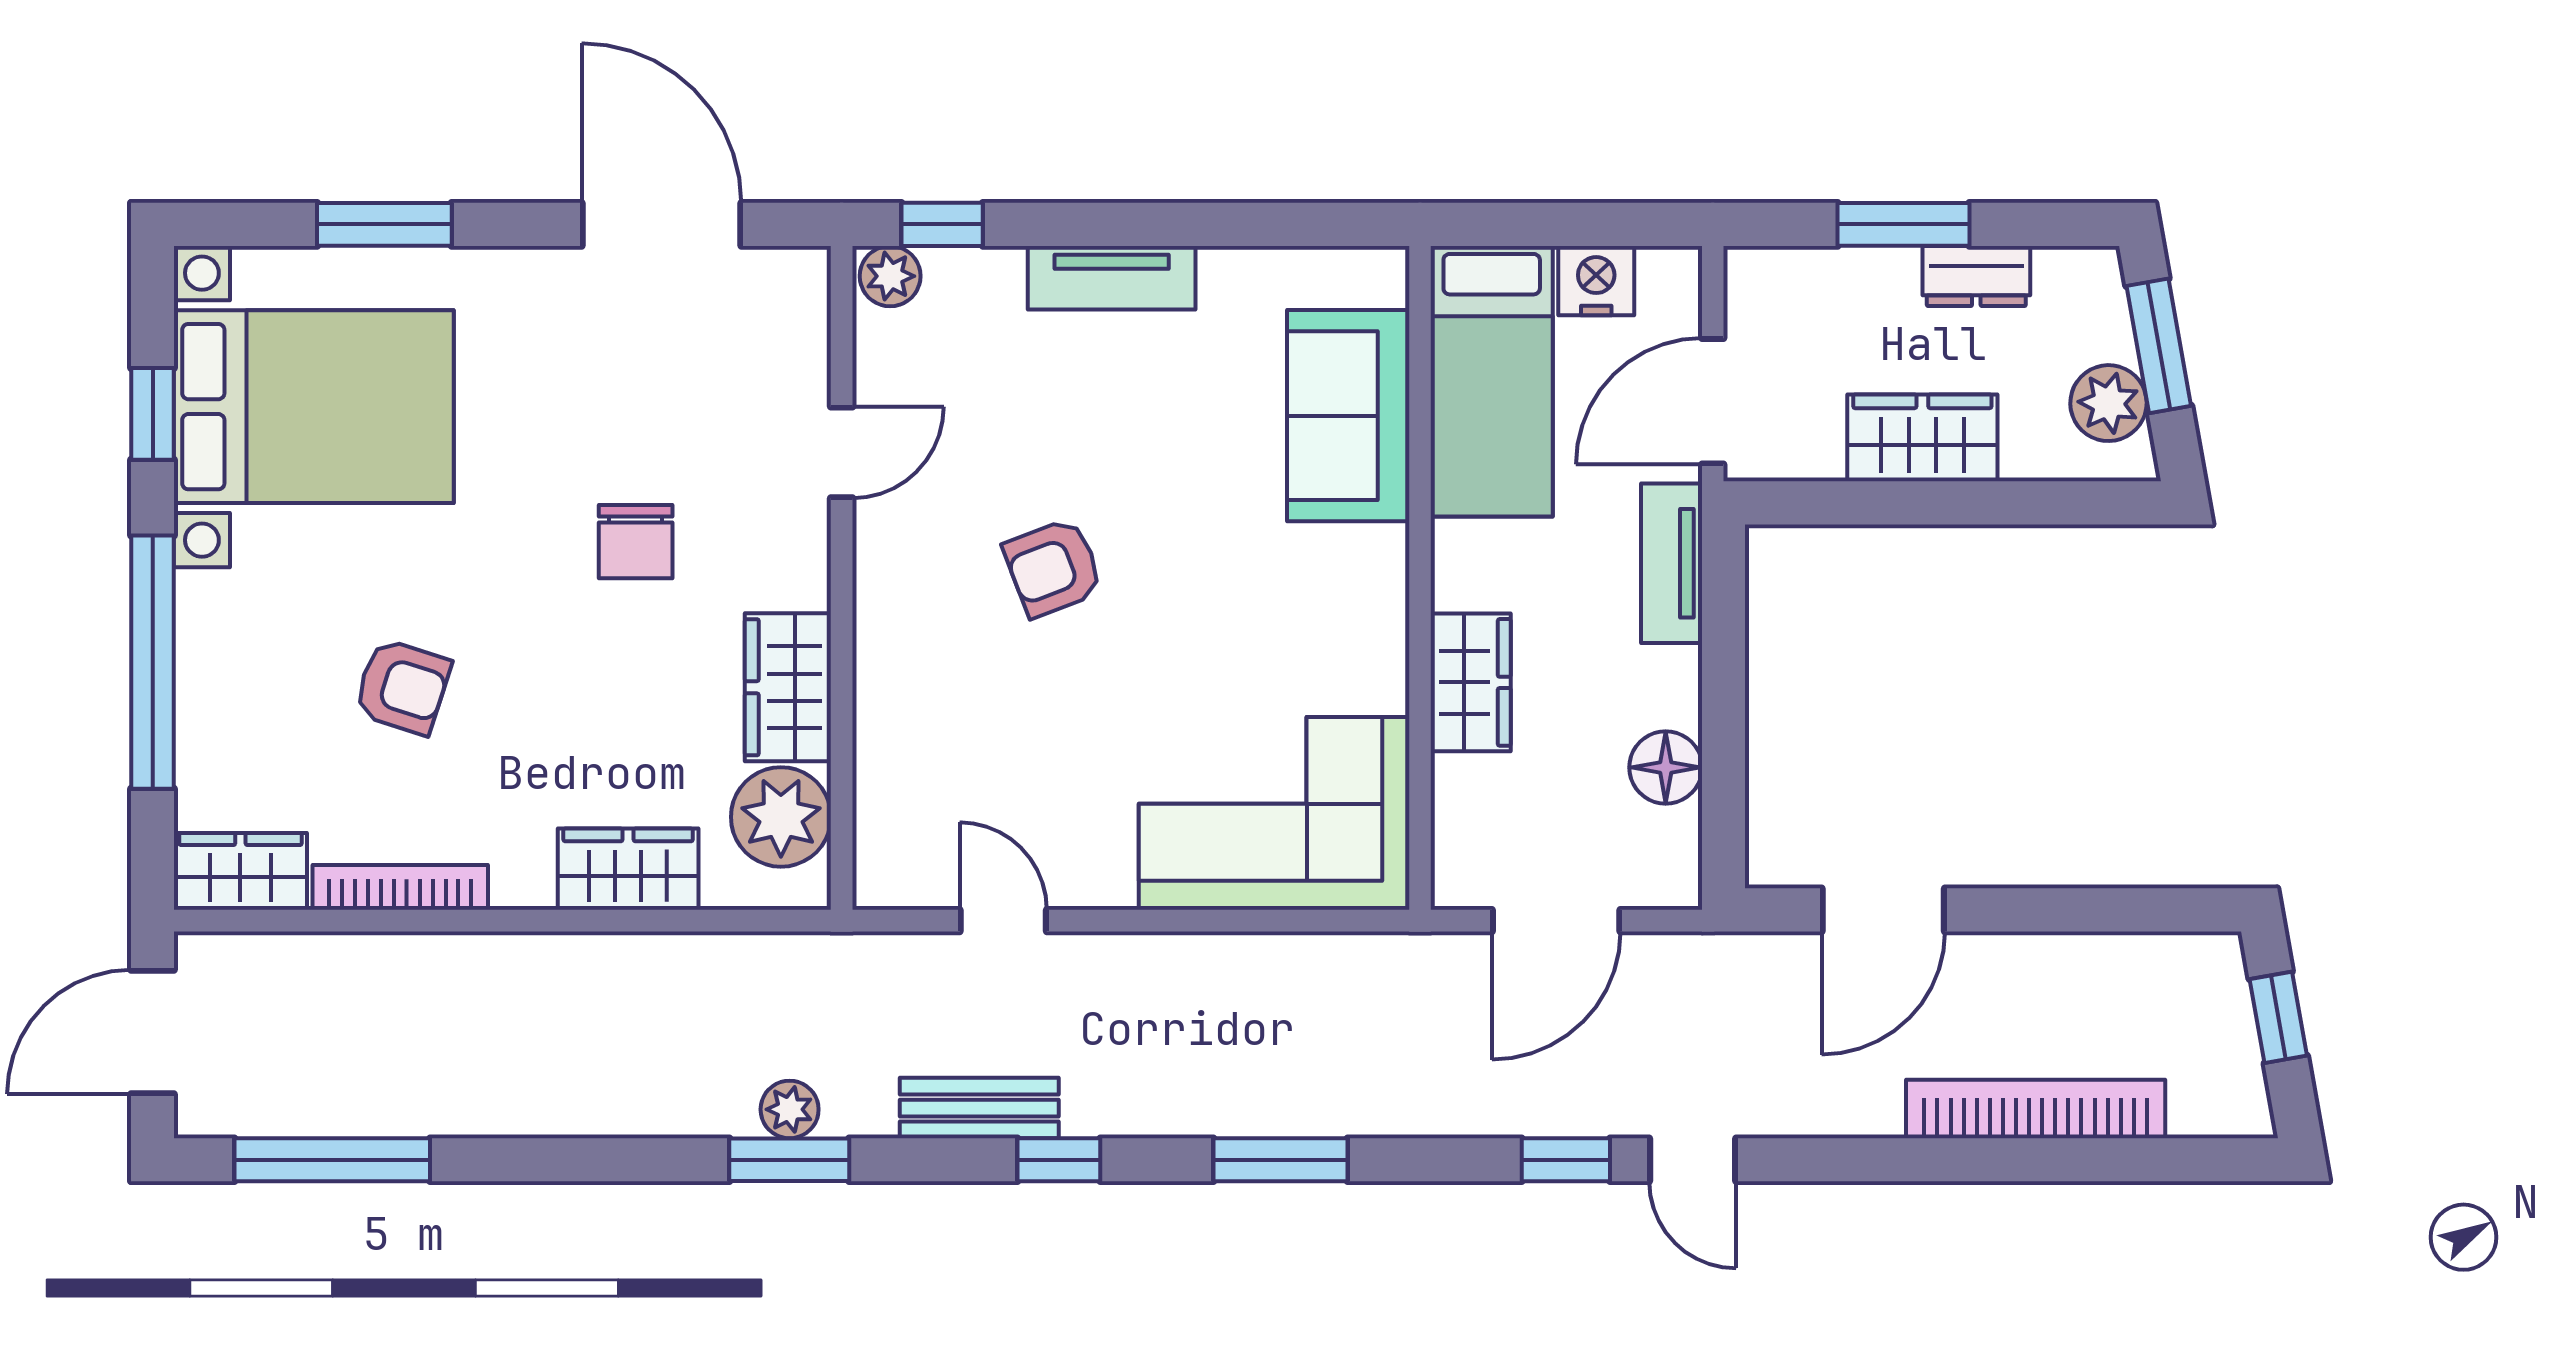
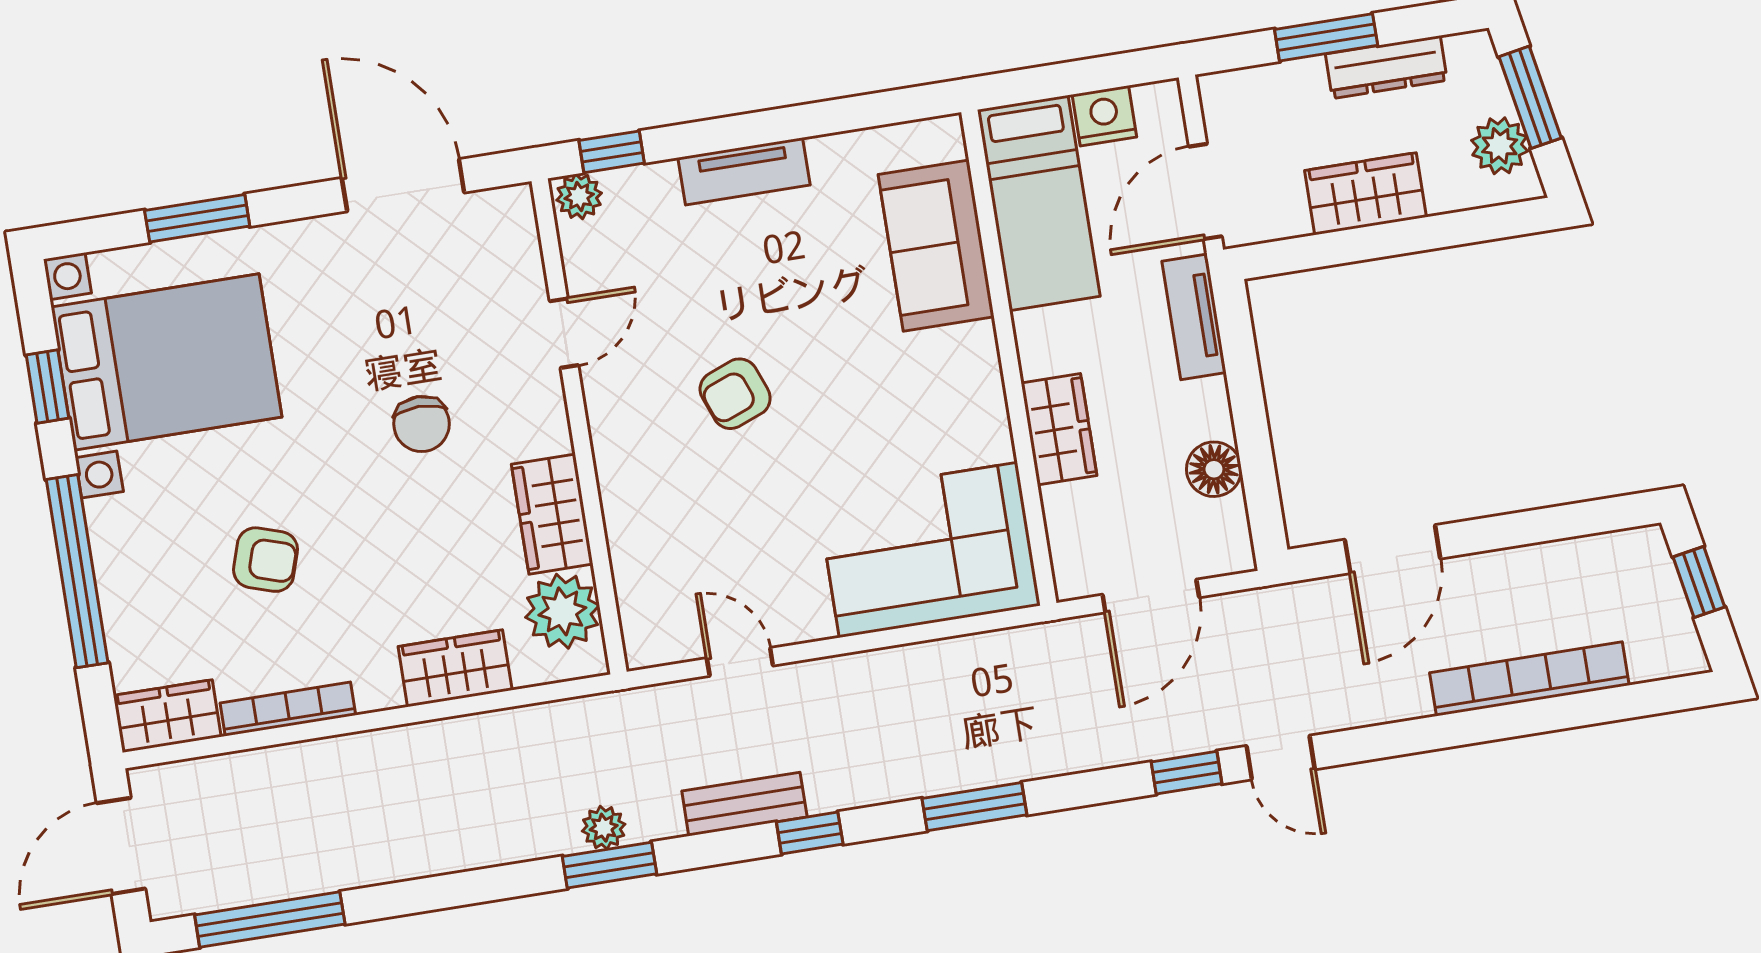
dresser: (1976, 276) -> (1386, 67), width x1.44

